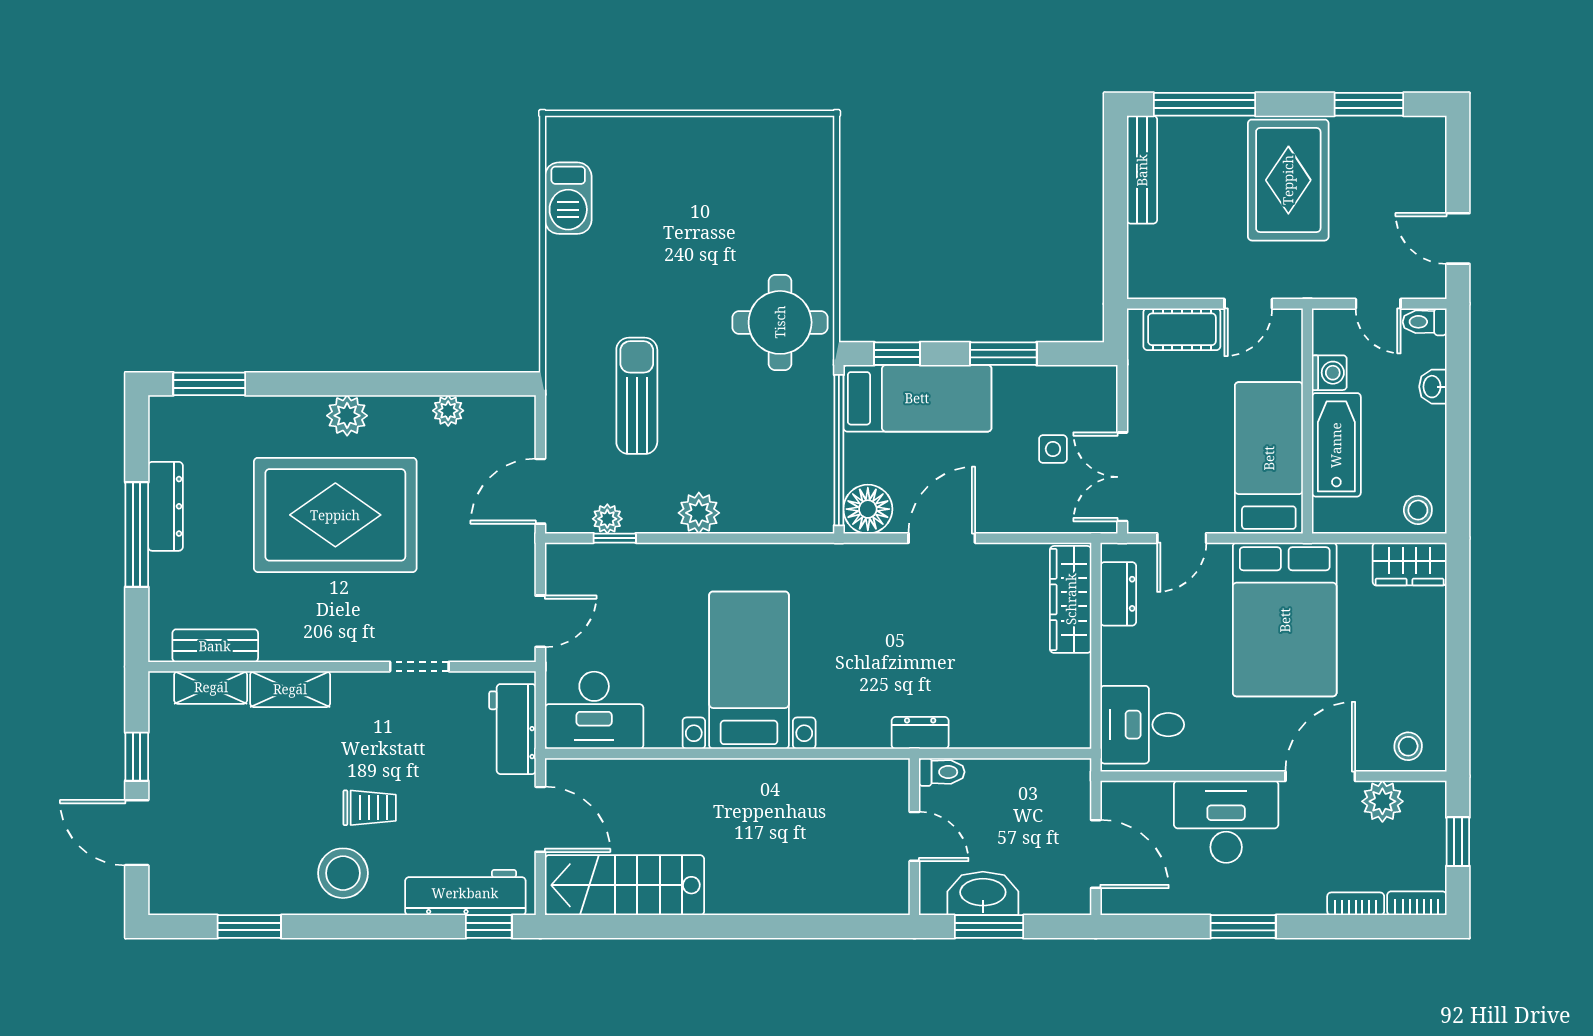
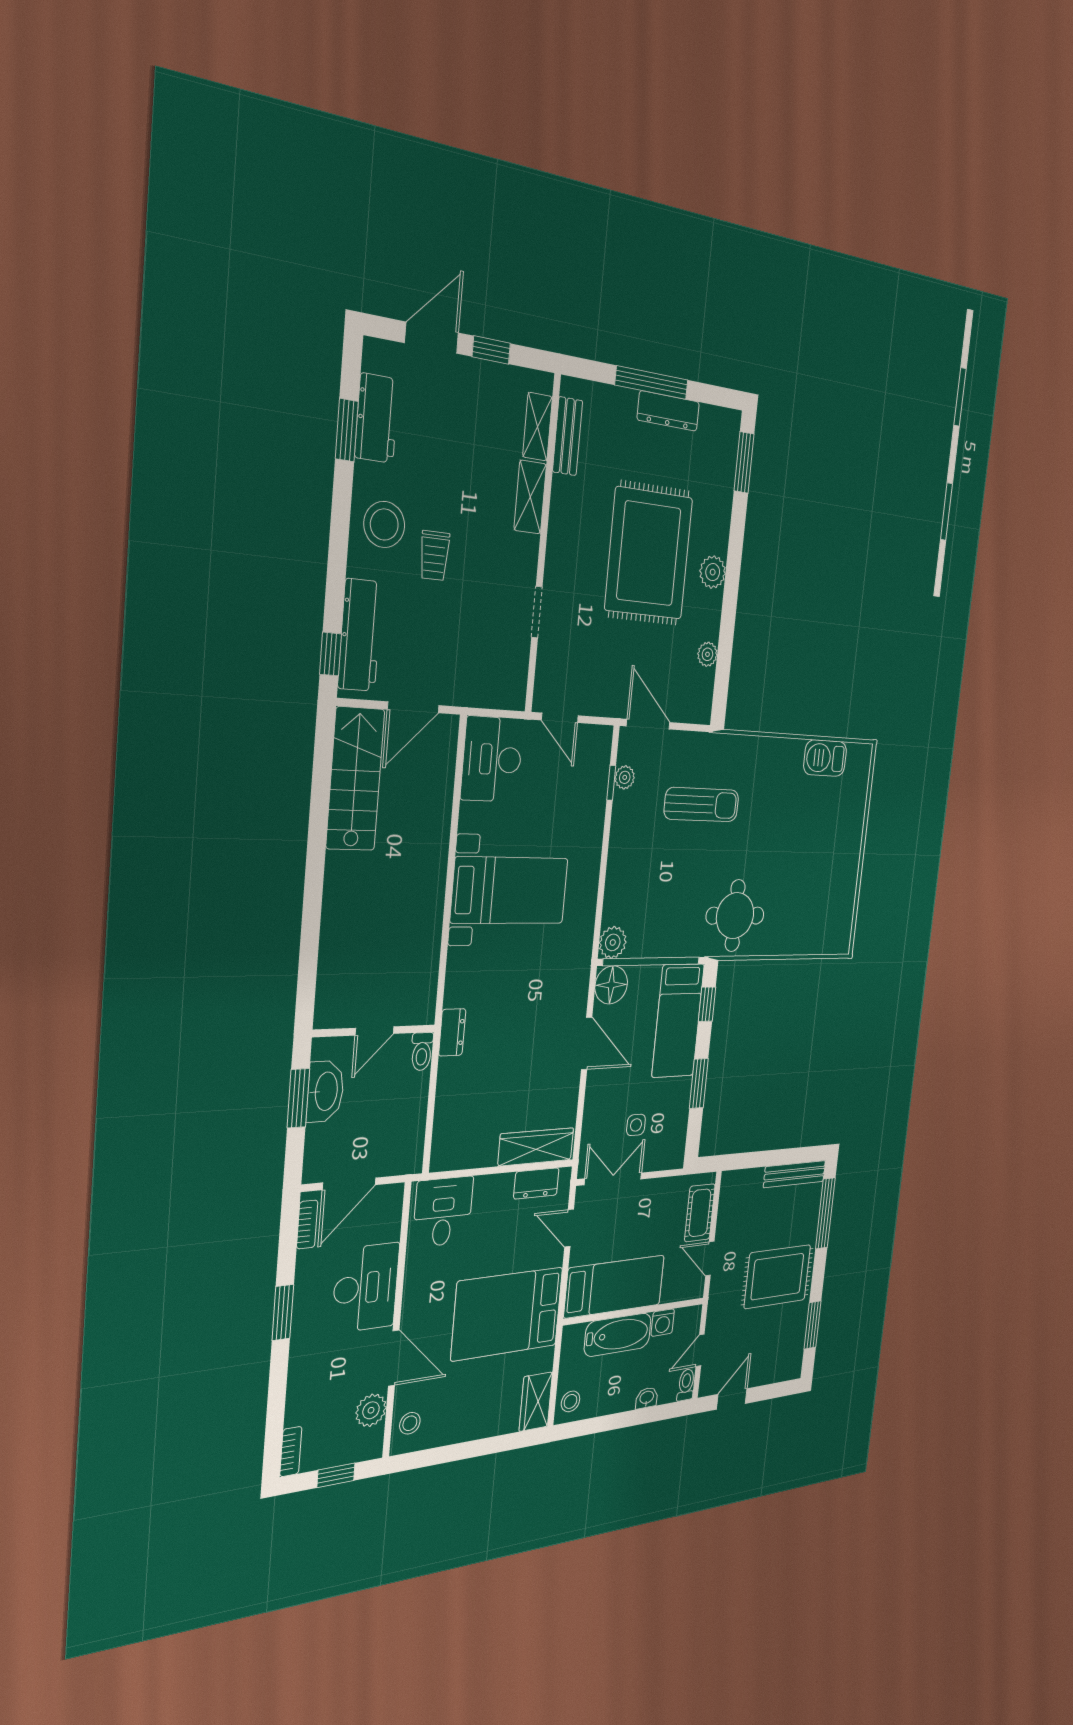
plant: (699, 513) -> (613, 942), moved
workbench: (512, 729) -> (377, 418), moved, turned 90
bookcase: (1356, 904) -> (307, 1225), moved

